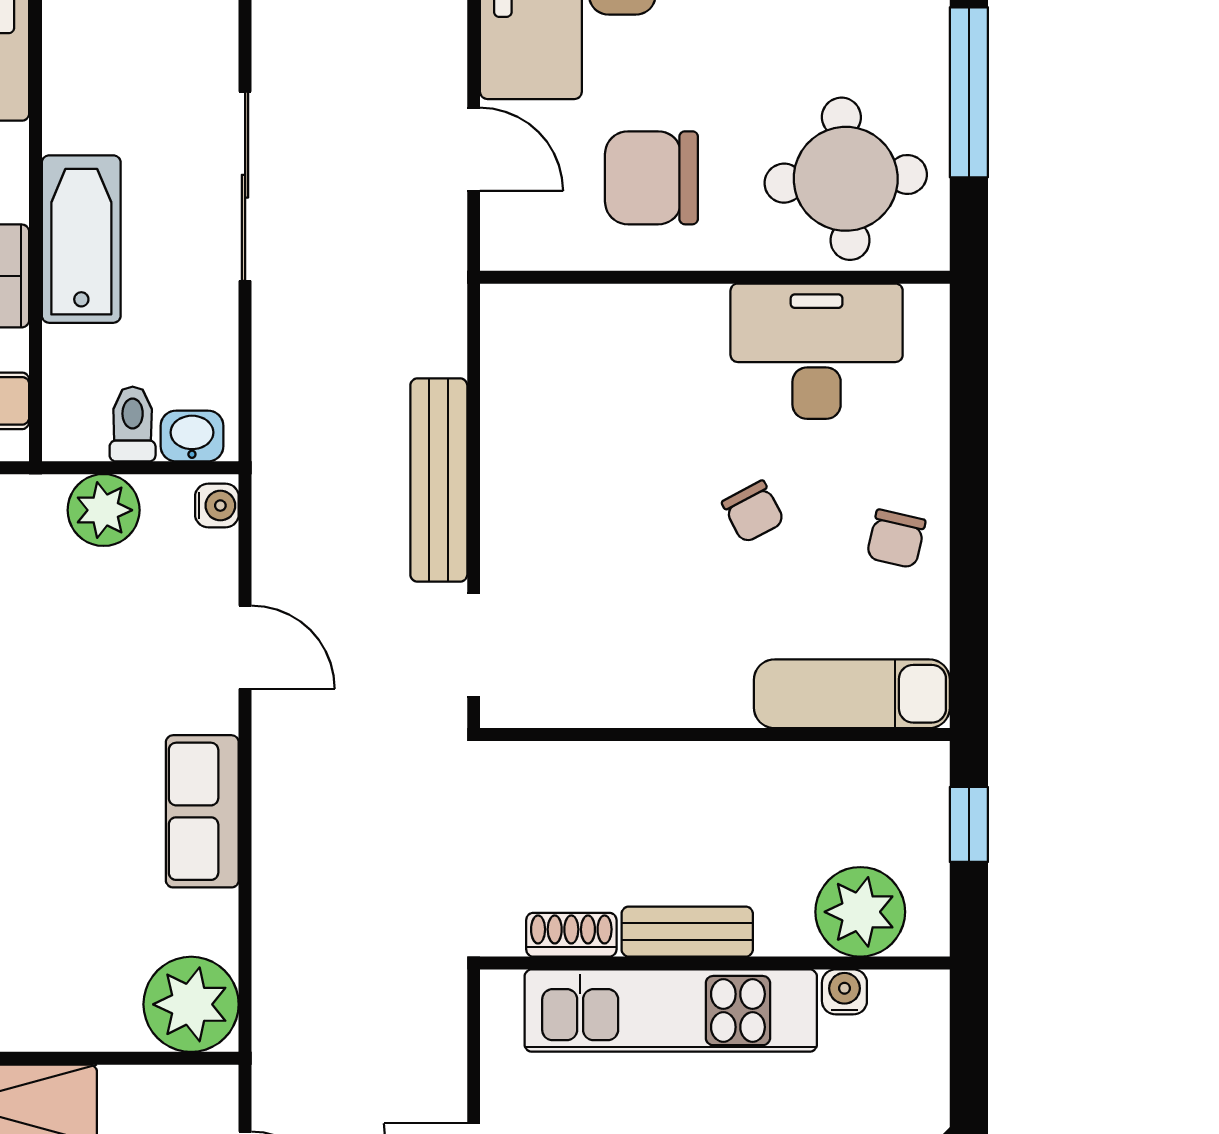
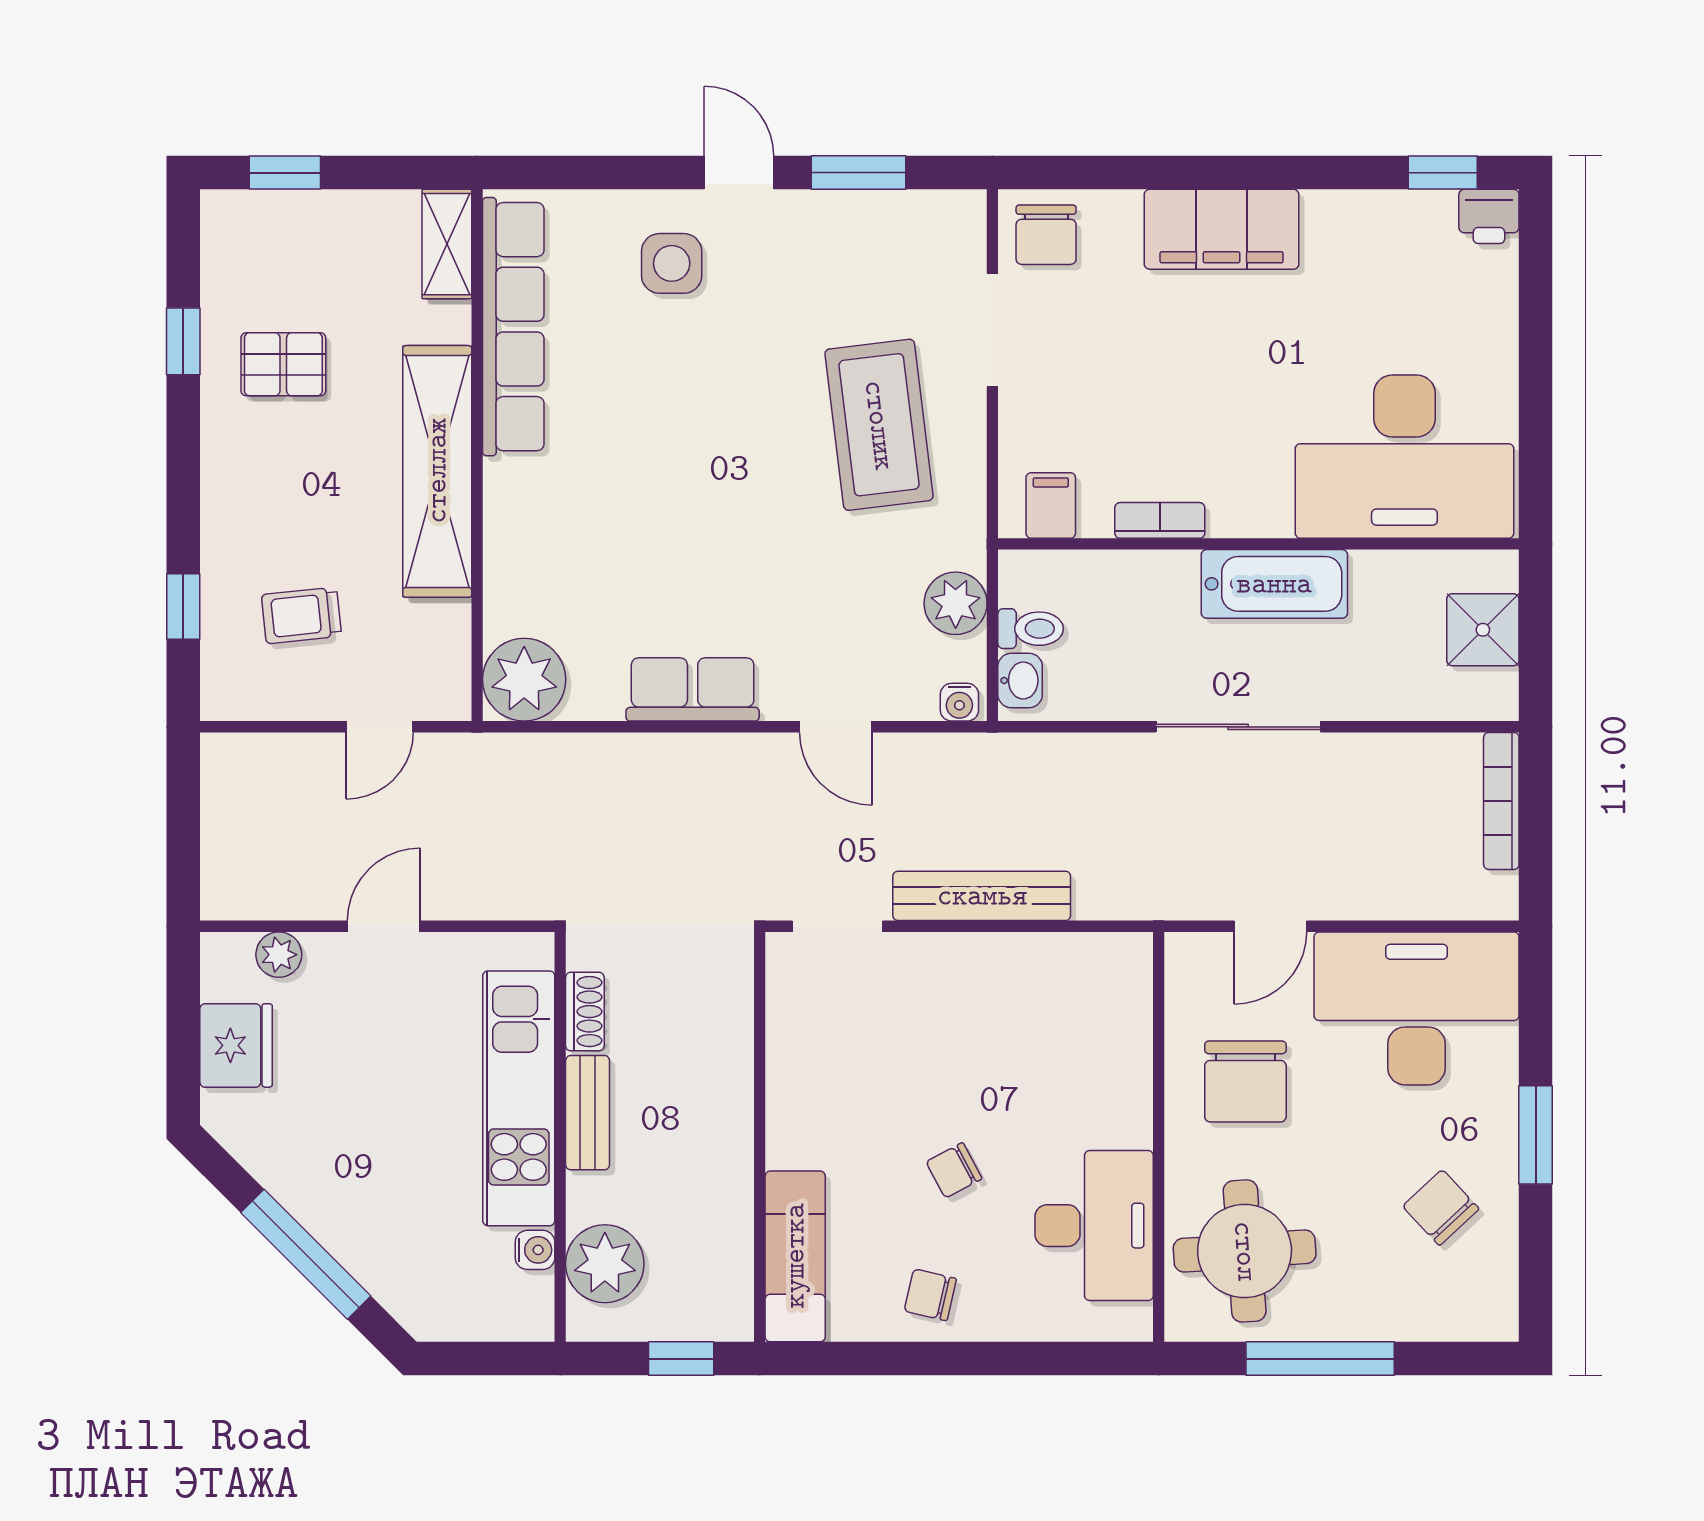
chair: (651, 178) -> (1245, 1081), turned 180
bathtub: (81, 239) -> (1274, 584), moved
door: (245, 647) -> (836, 727), hinge flipped

